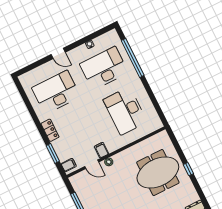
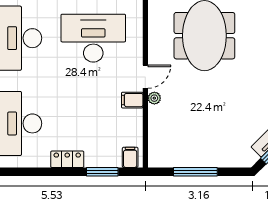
desk: (125, 111) -> (93, 38), turned 180
door: (92, 164) -> (145, 77), moved

